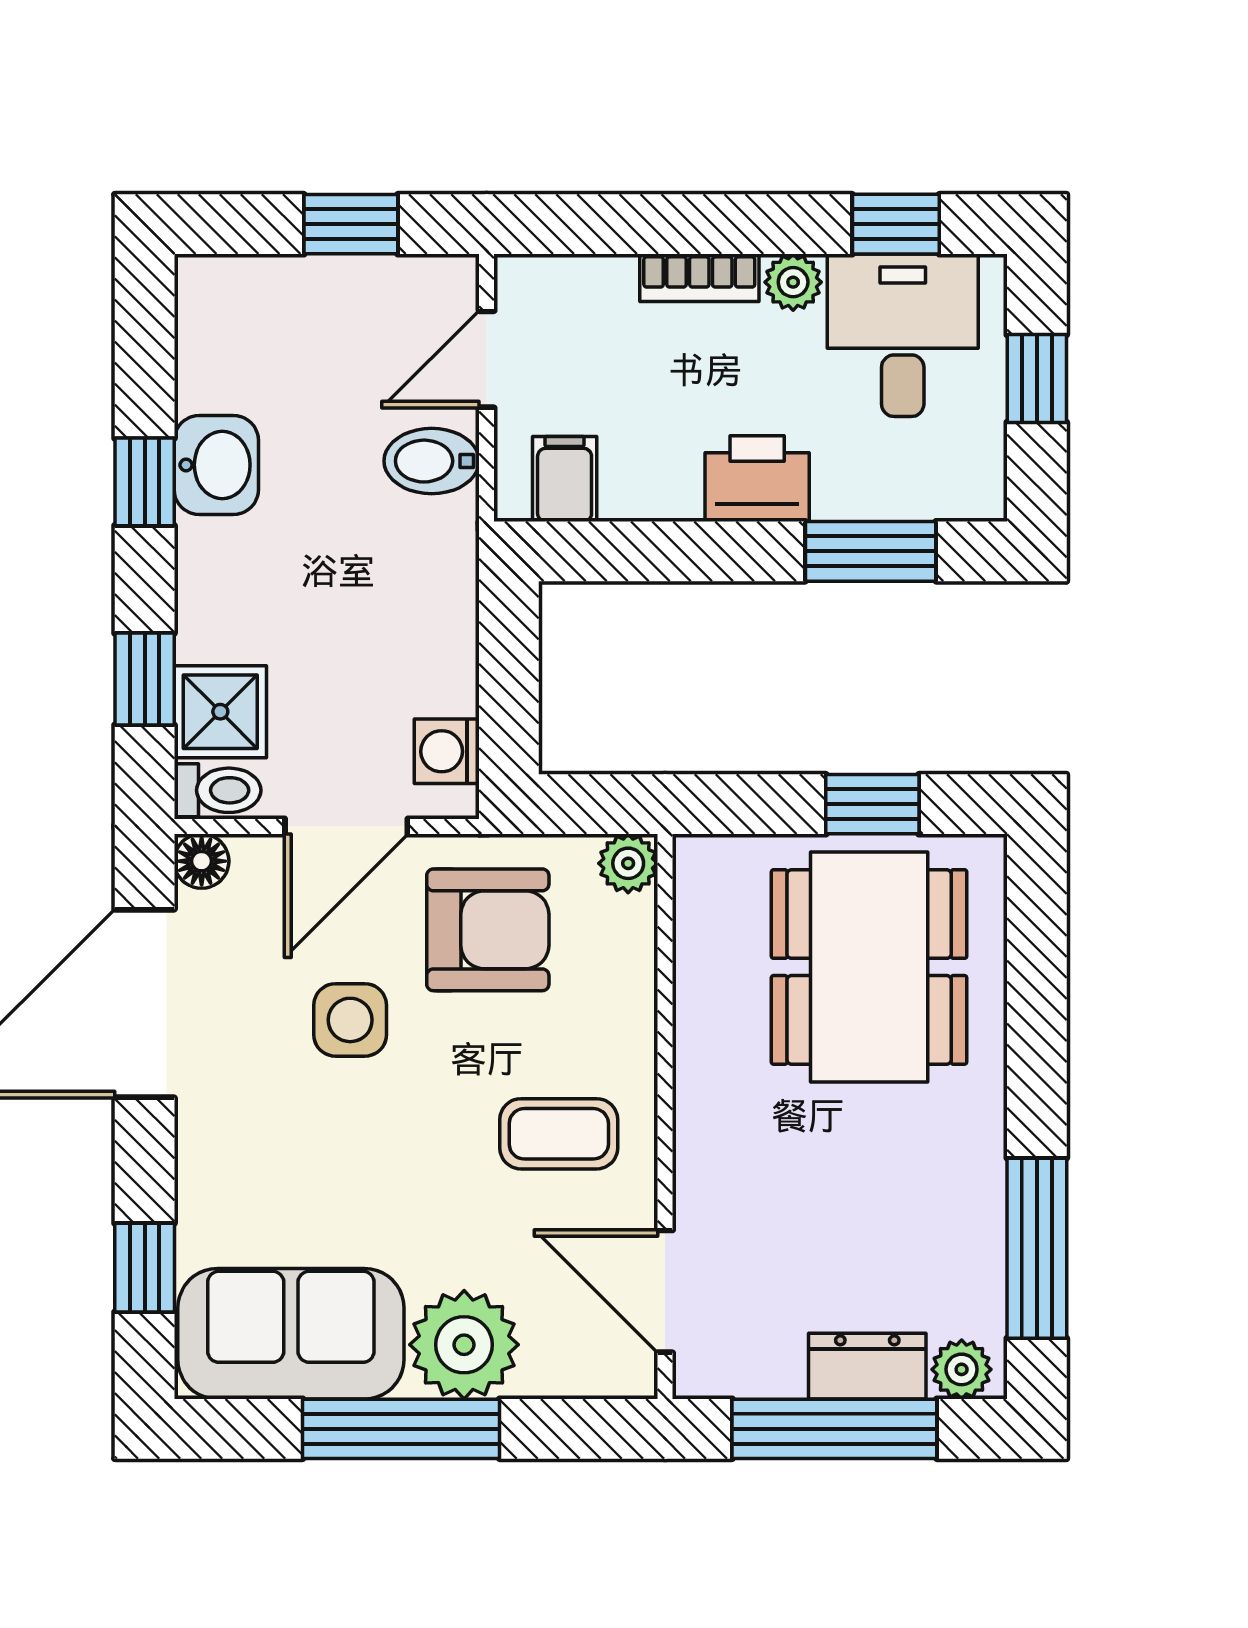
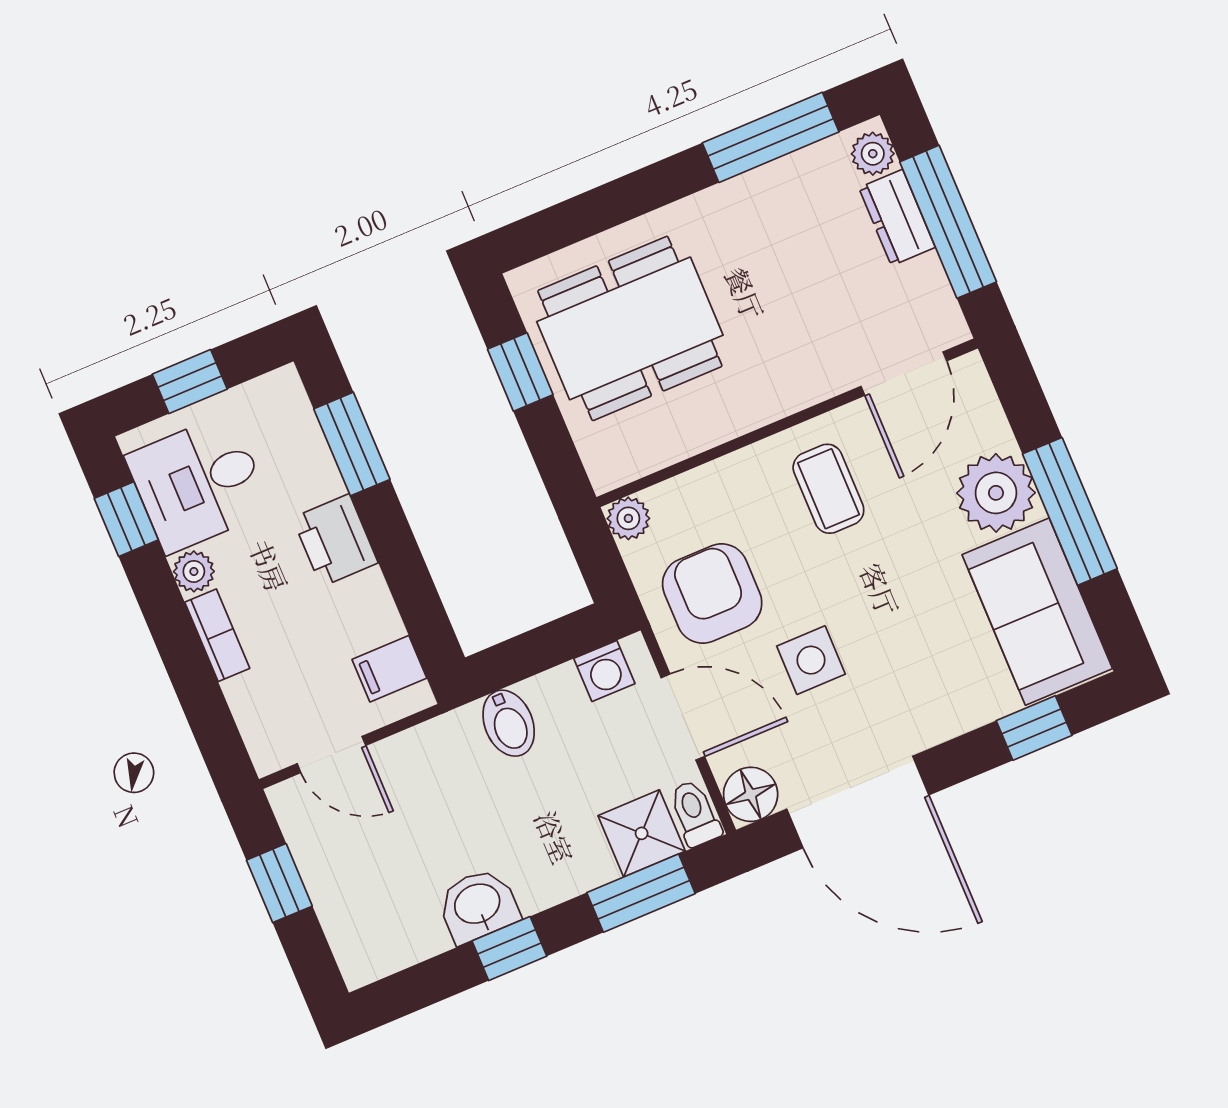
bidet: (432, 461) -> (509, 723), moved
window: (145, 679) -> (641, 893), width x1.50
floor lamp: (202, 861) -> (751, 794), width x1.37, depth x1.37

